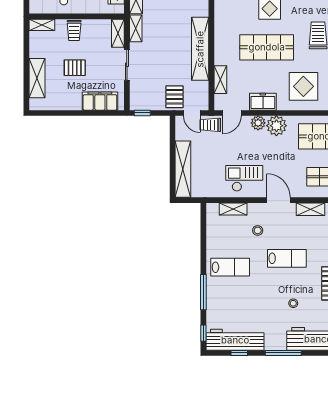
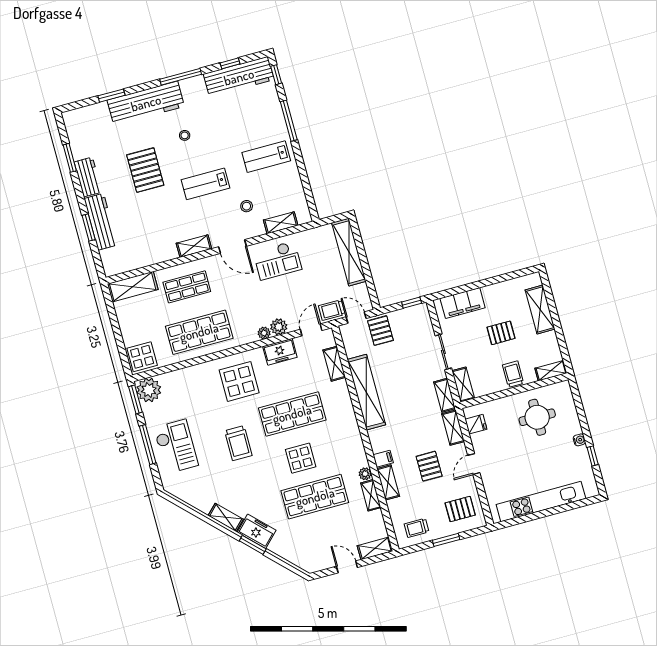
trolley: (210, 125) -> (332, 310), turned 180
plant: (276, 126) -> (264, 333), width x0.53, depth x0.53

